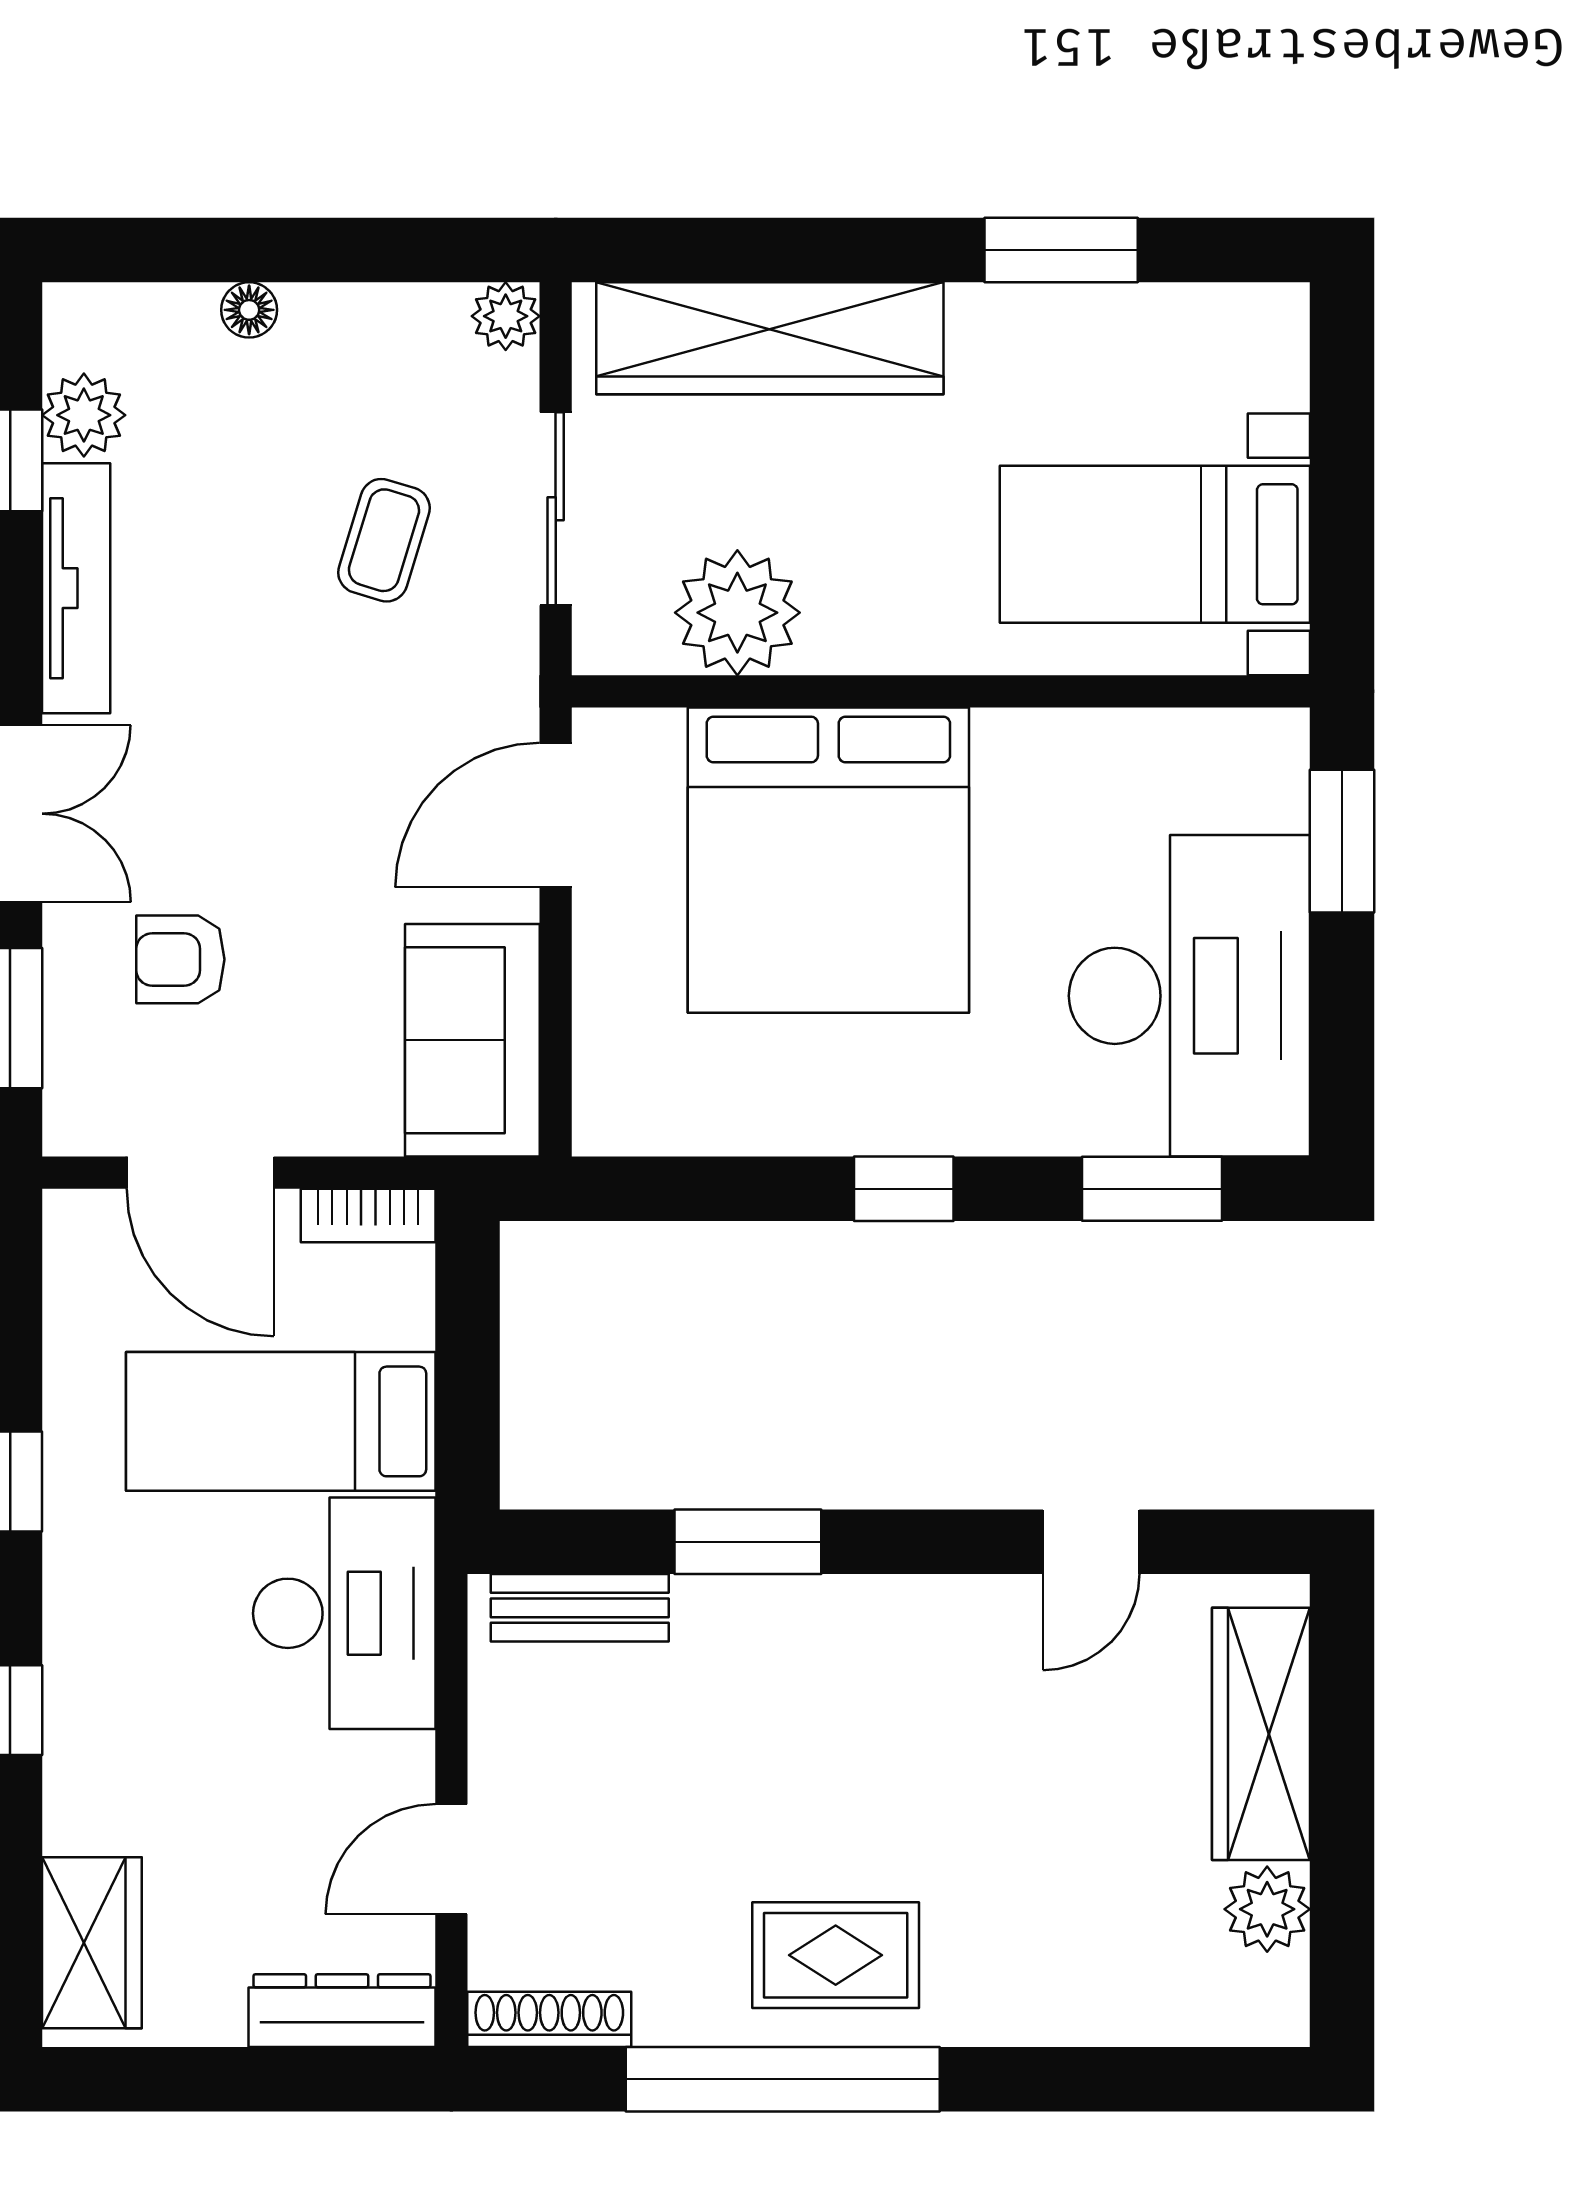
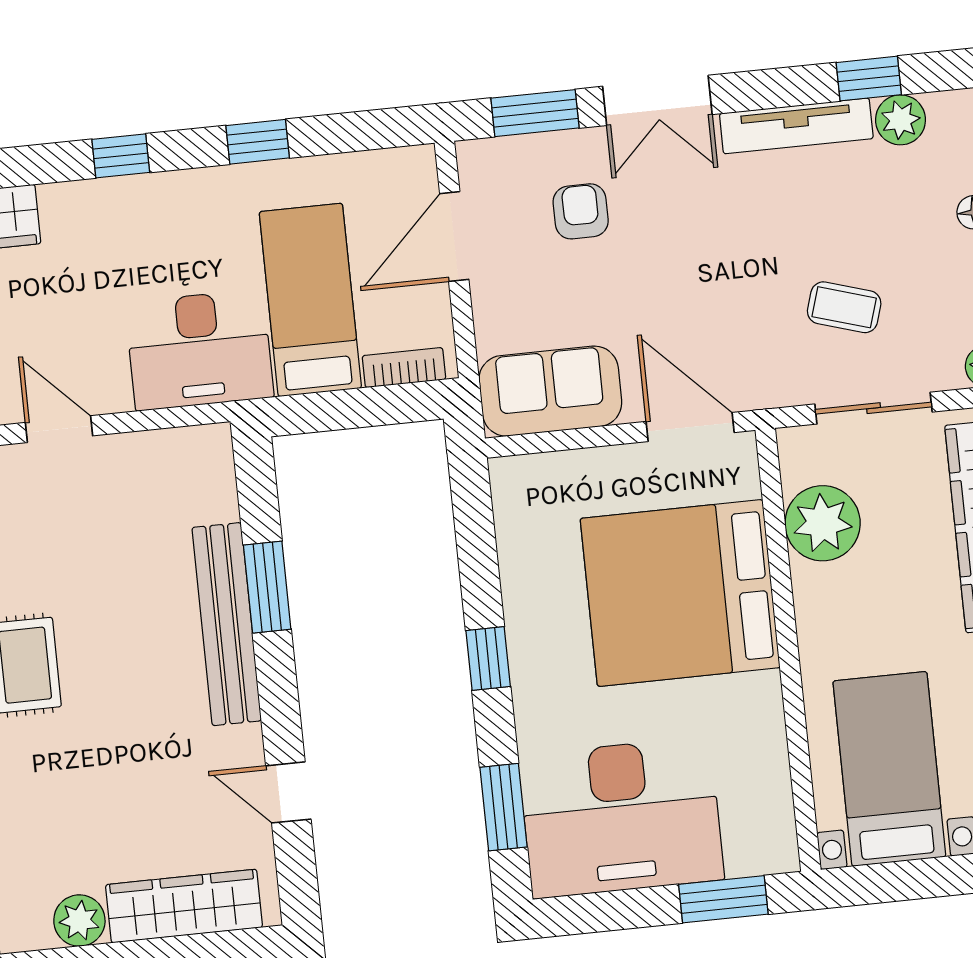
bookcase: (368, 1216) -> (404, 368), moved, turned 90
bench: (580, 1608) -> (227, 624), moved, width x1.86, depth x1.21

